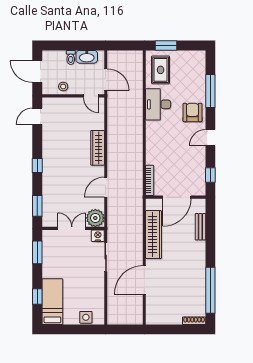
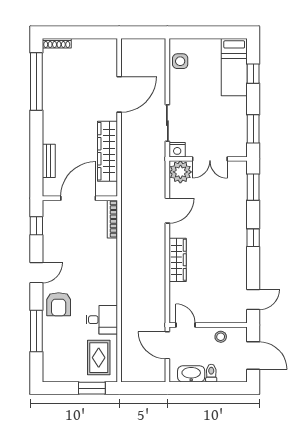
desk: (158, 104) -> (102, 320), width x0.73
side table: (86, 317) -> (180, 61), moved

